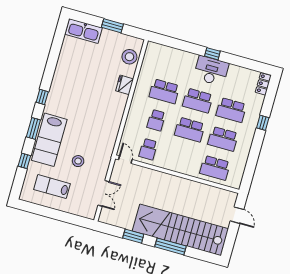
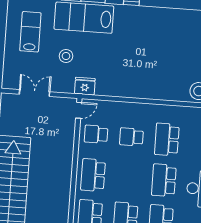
fridge: (125, 85) -> (85, 86), moved
school desk: (190, 130) -> (93, 175), moved
double door: (103, 193) -> (35, 93), swing flipped

